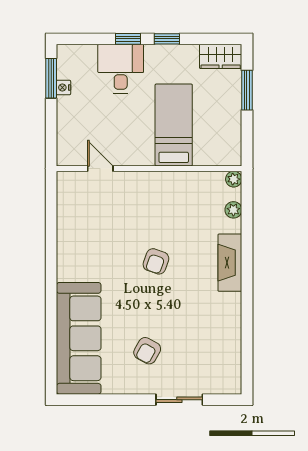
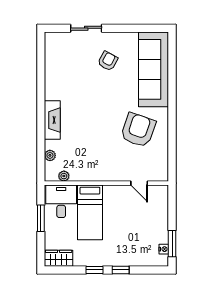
desk: (121, 69) -> (61, 201), moved, turned 180
nightstand: (63, 88) -> (164, 249), moved
window: (247, 90) -> (41, 218), moved
plant: (234, 179) -> (64, 176), moved
armchair: (156, 261) -> (138, 130), moved, width x1.88, depth x1.88

